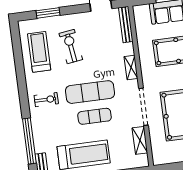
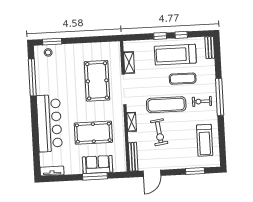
exercise bike: (71, 46) -> (159, 132), moved
exercise mat: (95, 116) -> (183, 79), moved
window: (29, 141) -> (220, 97), moved

